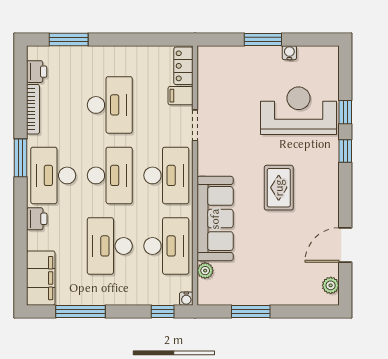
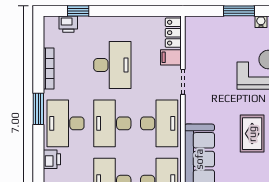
window: (69, 39) -> (78, 11), width x0.67
printer: (37, 72) -> (68, 24), moved, turned 90
desk: (110, 175) -> (112, 123), turned 180

